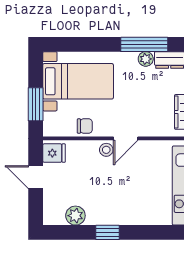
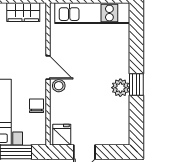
plant: (75, 216) -> (120, 88), moved

